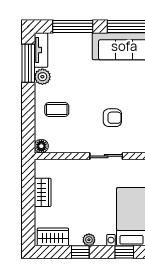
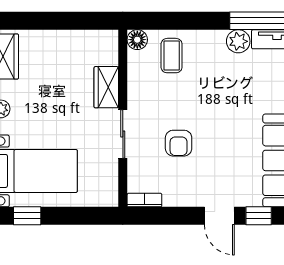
coffee table: (57, 110) -> (172, 56), moved
wardrobe: (43, 192) -> (106, 87), moved, turned 90

